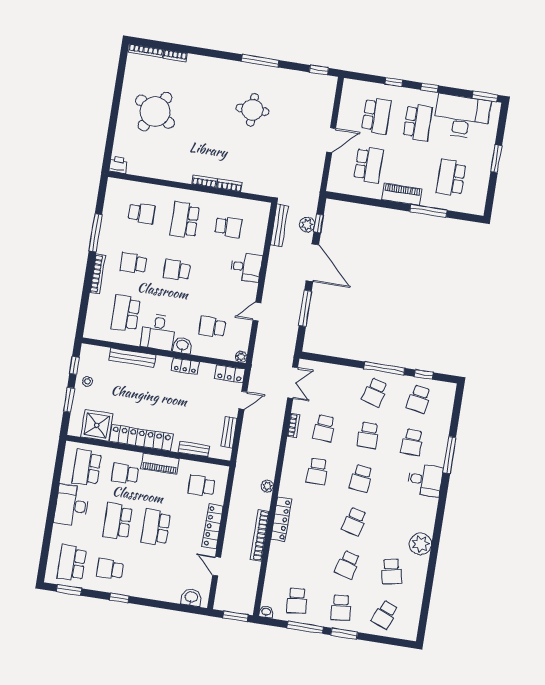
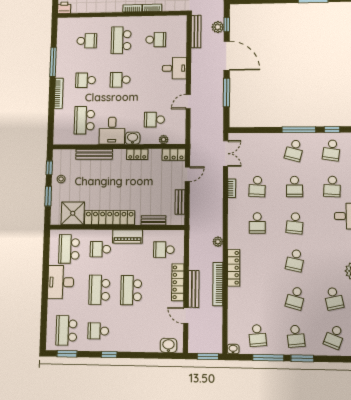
plant: (241, 357) -> (164, 140), moved
bench: (230, 537) -> (194, 289), added

